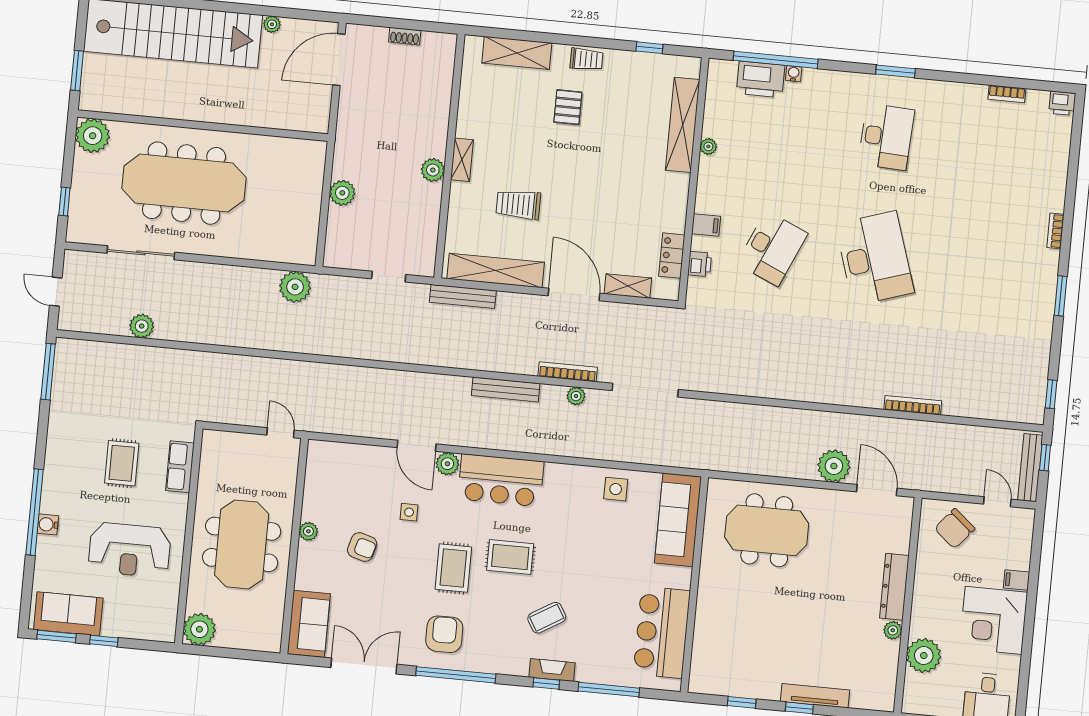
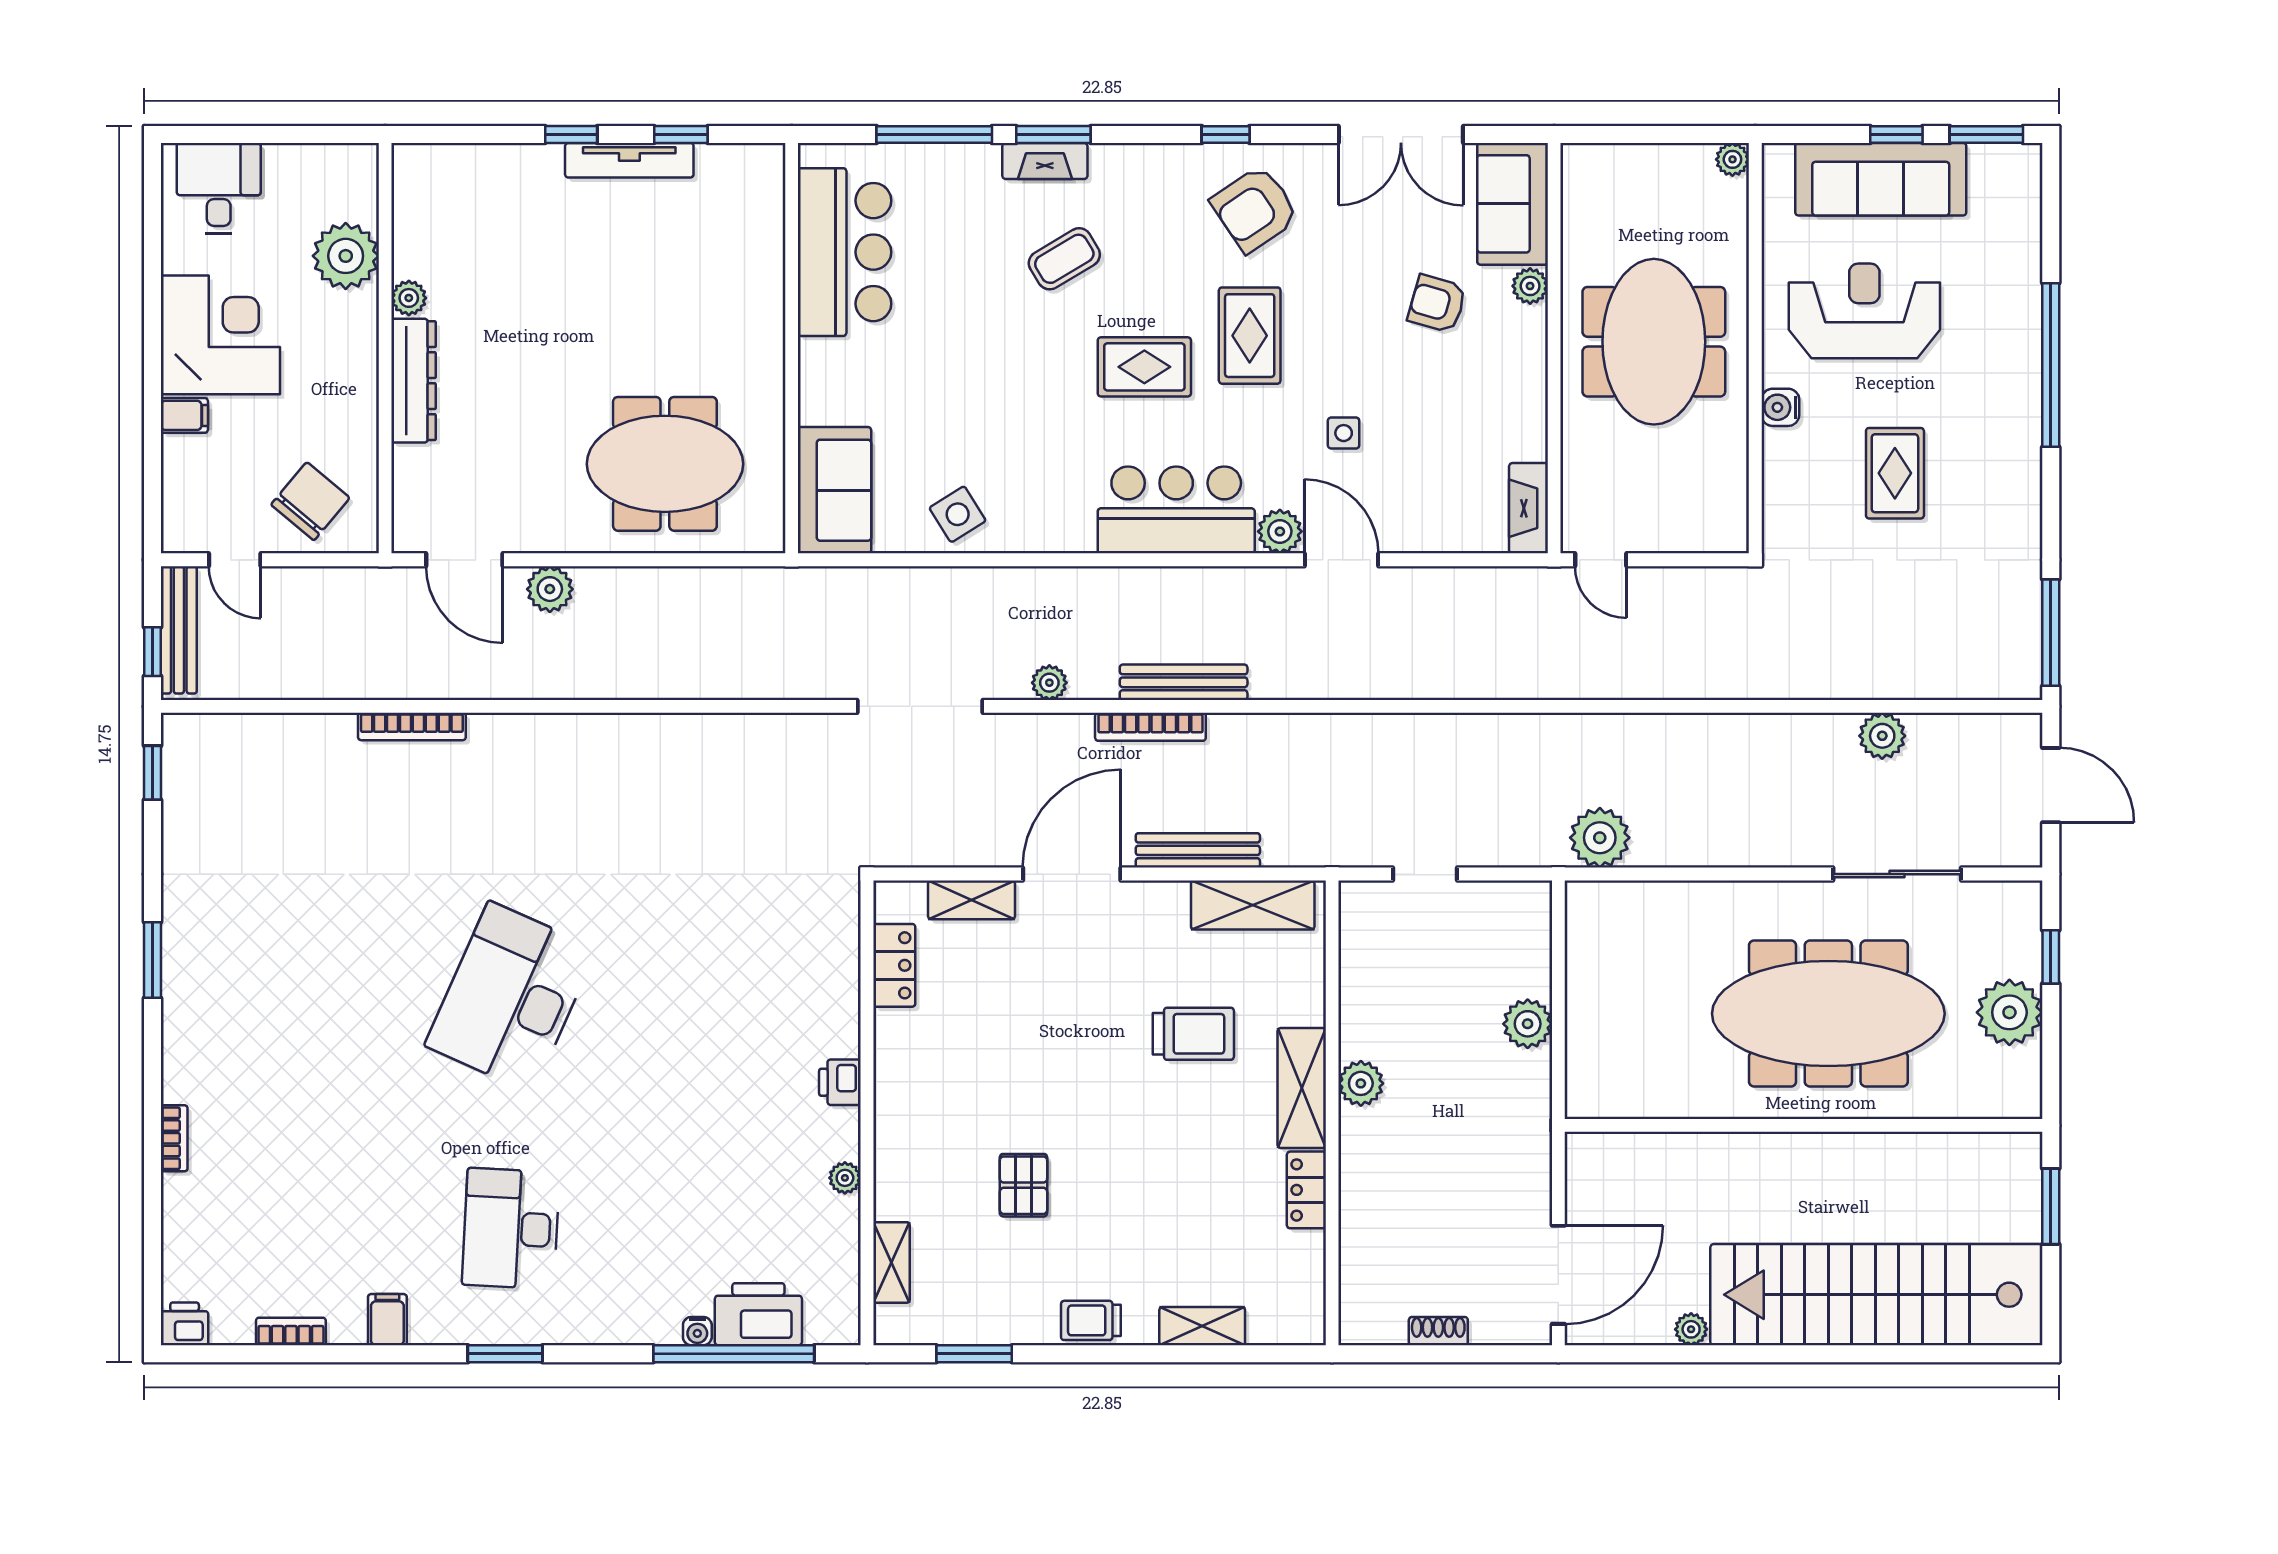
window: (649, 48) -> (974, 1354), width x1.50
shelving: (517, 53) -> (1202, 1326), width x0.67, depth x0.75
pallet: (568, 107) -> (1023, 1185), moved
locker: (467, 117) -> (1306, 1190), added
shelving: (683, 125) -> (891, 1262), width x0.45, depth x0.75
plant: (93, 136) -> (2009, 1012), moved
shelving: (462, 160) -> (1302, 1088), width x1.50, depth x1.33
filing cabinet: (706, 225) -> (387, 1320), moved, turned 90
bookcase: (1055, 231) -> (174, 1138), moved
desk: (772, 248) -> (706, 997), removed
desk: (875, 258) -> (511, 997), turned 42
printer: (700, 264) -> (840, 1082), moved
shelving: (496, 271) -> (1253, 905), width x0.68
door: (56, 292) -> (2051, 785), width x1.38
door: (574, 294) -> (1072, 874), swing flipped
bench: (463, 296) -> (1198, 850), moved
bookcase: (568, 372) -> (1150, 727), moved
fireplace: (316, 463) -> (1529, 508), added
plant: (834, 466) -> (550, 589), width x0.73, depth x0.73
row of seats: (180, 467) -> (1784, 477), removed
side table: (616, 489) -> (958, 514), turned -32
sofa: (678, 520) -> (834, 490), width x0.73
water cooler: (48, 524) -> (1780, 407), moved, turned 180
plant: (308, 531) -> (1530, 286), moved
armchair: (362, 547) -> (1437, 304), moved
sofa: (68, 614) -> (1881, 179), moved, width x1.36
plant: (199, 629) -> (1732, 159), width x0.53, depth x0.53
armchair: (444, 634) -> (1255, 209), turned 56
window: (456, 675) -> (1226, 134), width x0.32
window: (546, 684) -> (1053, 134), width x1.50
tv unit: (815, 696) -> (629, 160), moved

